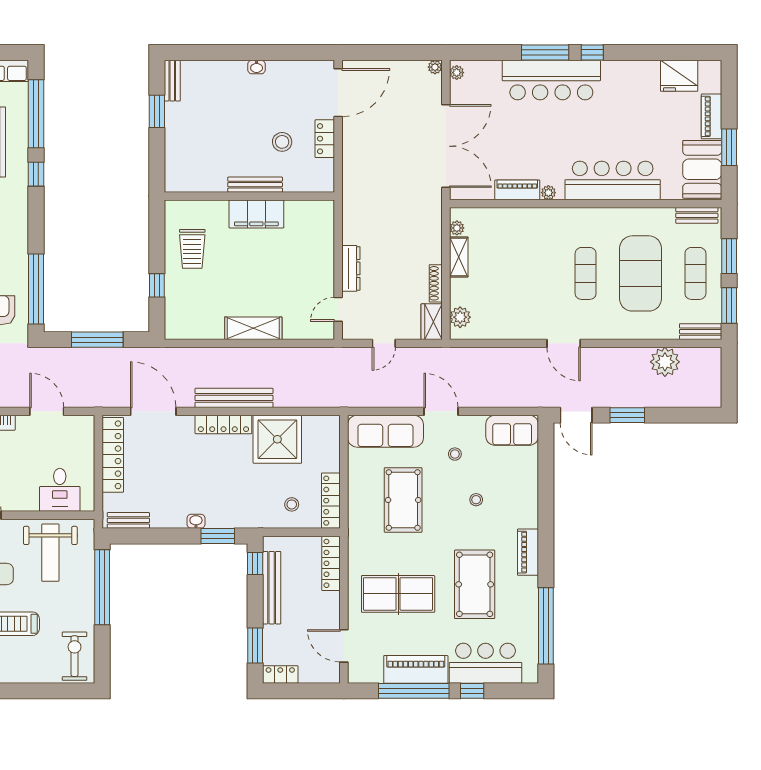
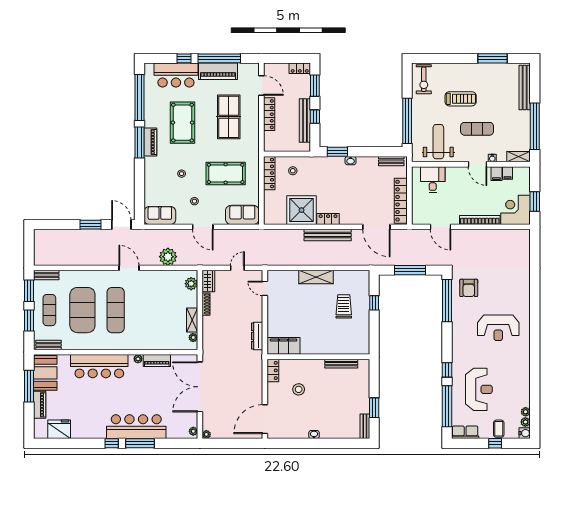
locker: (325, 139) -> (273, 370), moved
window: (729, 147) -> (29, 386), width x1.44
bench: (255, 185) -> (341, 364), moved
filing cabinet: (256, 214) -> (284, 346), moved
trolley: (192, 249) -> (344, 306), moved
dresser: (351, 268) -> (257, 336), moved
exercise mat: (586, 273) -> (116, 310), width x1.36, depth x1.45
door: (338, 309) -> (265, 288), swing flipped
plant: (665, 362) -> (168, 257), moved
locker: (223, 424) -> (328, 219), width x0.66
sofa: (385, 431) -> (242, 215), width x0.73
pool table: (403, 500) -> (226, 173), turned 90
window: (546, 551) -> (140, 142), added
window: (255, 563) -> (315, 117), moved
locker: (331, 563) -> (269, 114), moved
table tennis table: (398, 594) -> (229, 117), turned 90

